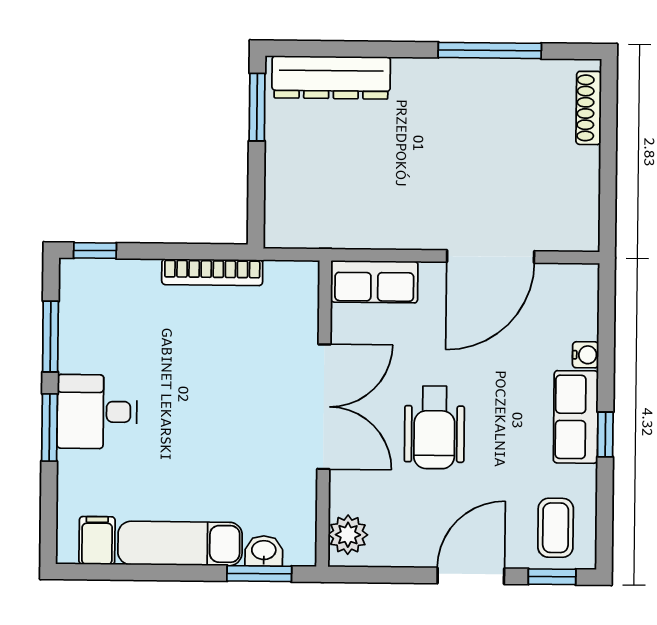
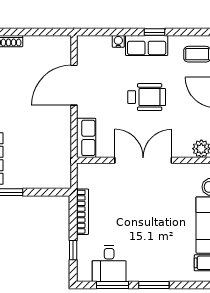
window: (95, 250) -> (73, 250), moved
door: (491, 257) -> (74, 85), swing flipped
desk: (97, 412) -> (109, 263), moved
wheelchair: (434, 427) -> (147, 97), moved

